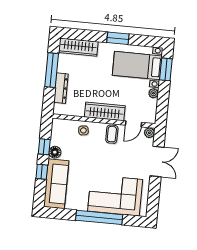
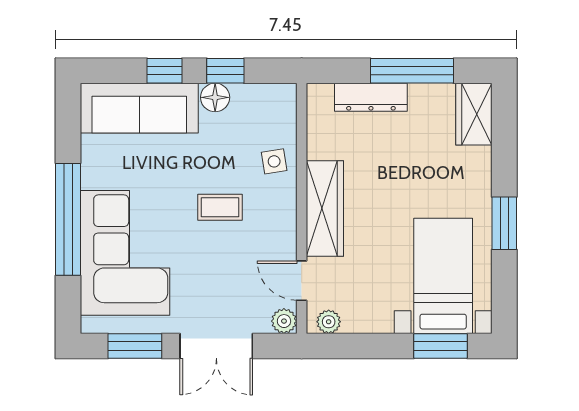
wardrobe: (78, 47) -> (474, 114), width x0.67
plant: (153, 93) -> (329, 322), moved
coffee table: (112, 134) -> (220, 207), moved
window: (154, 195) -> (135, 346), added

